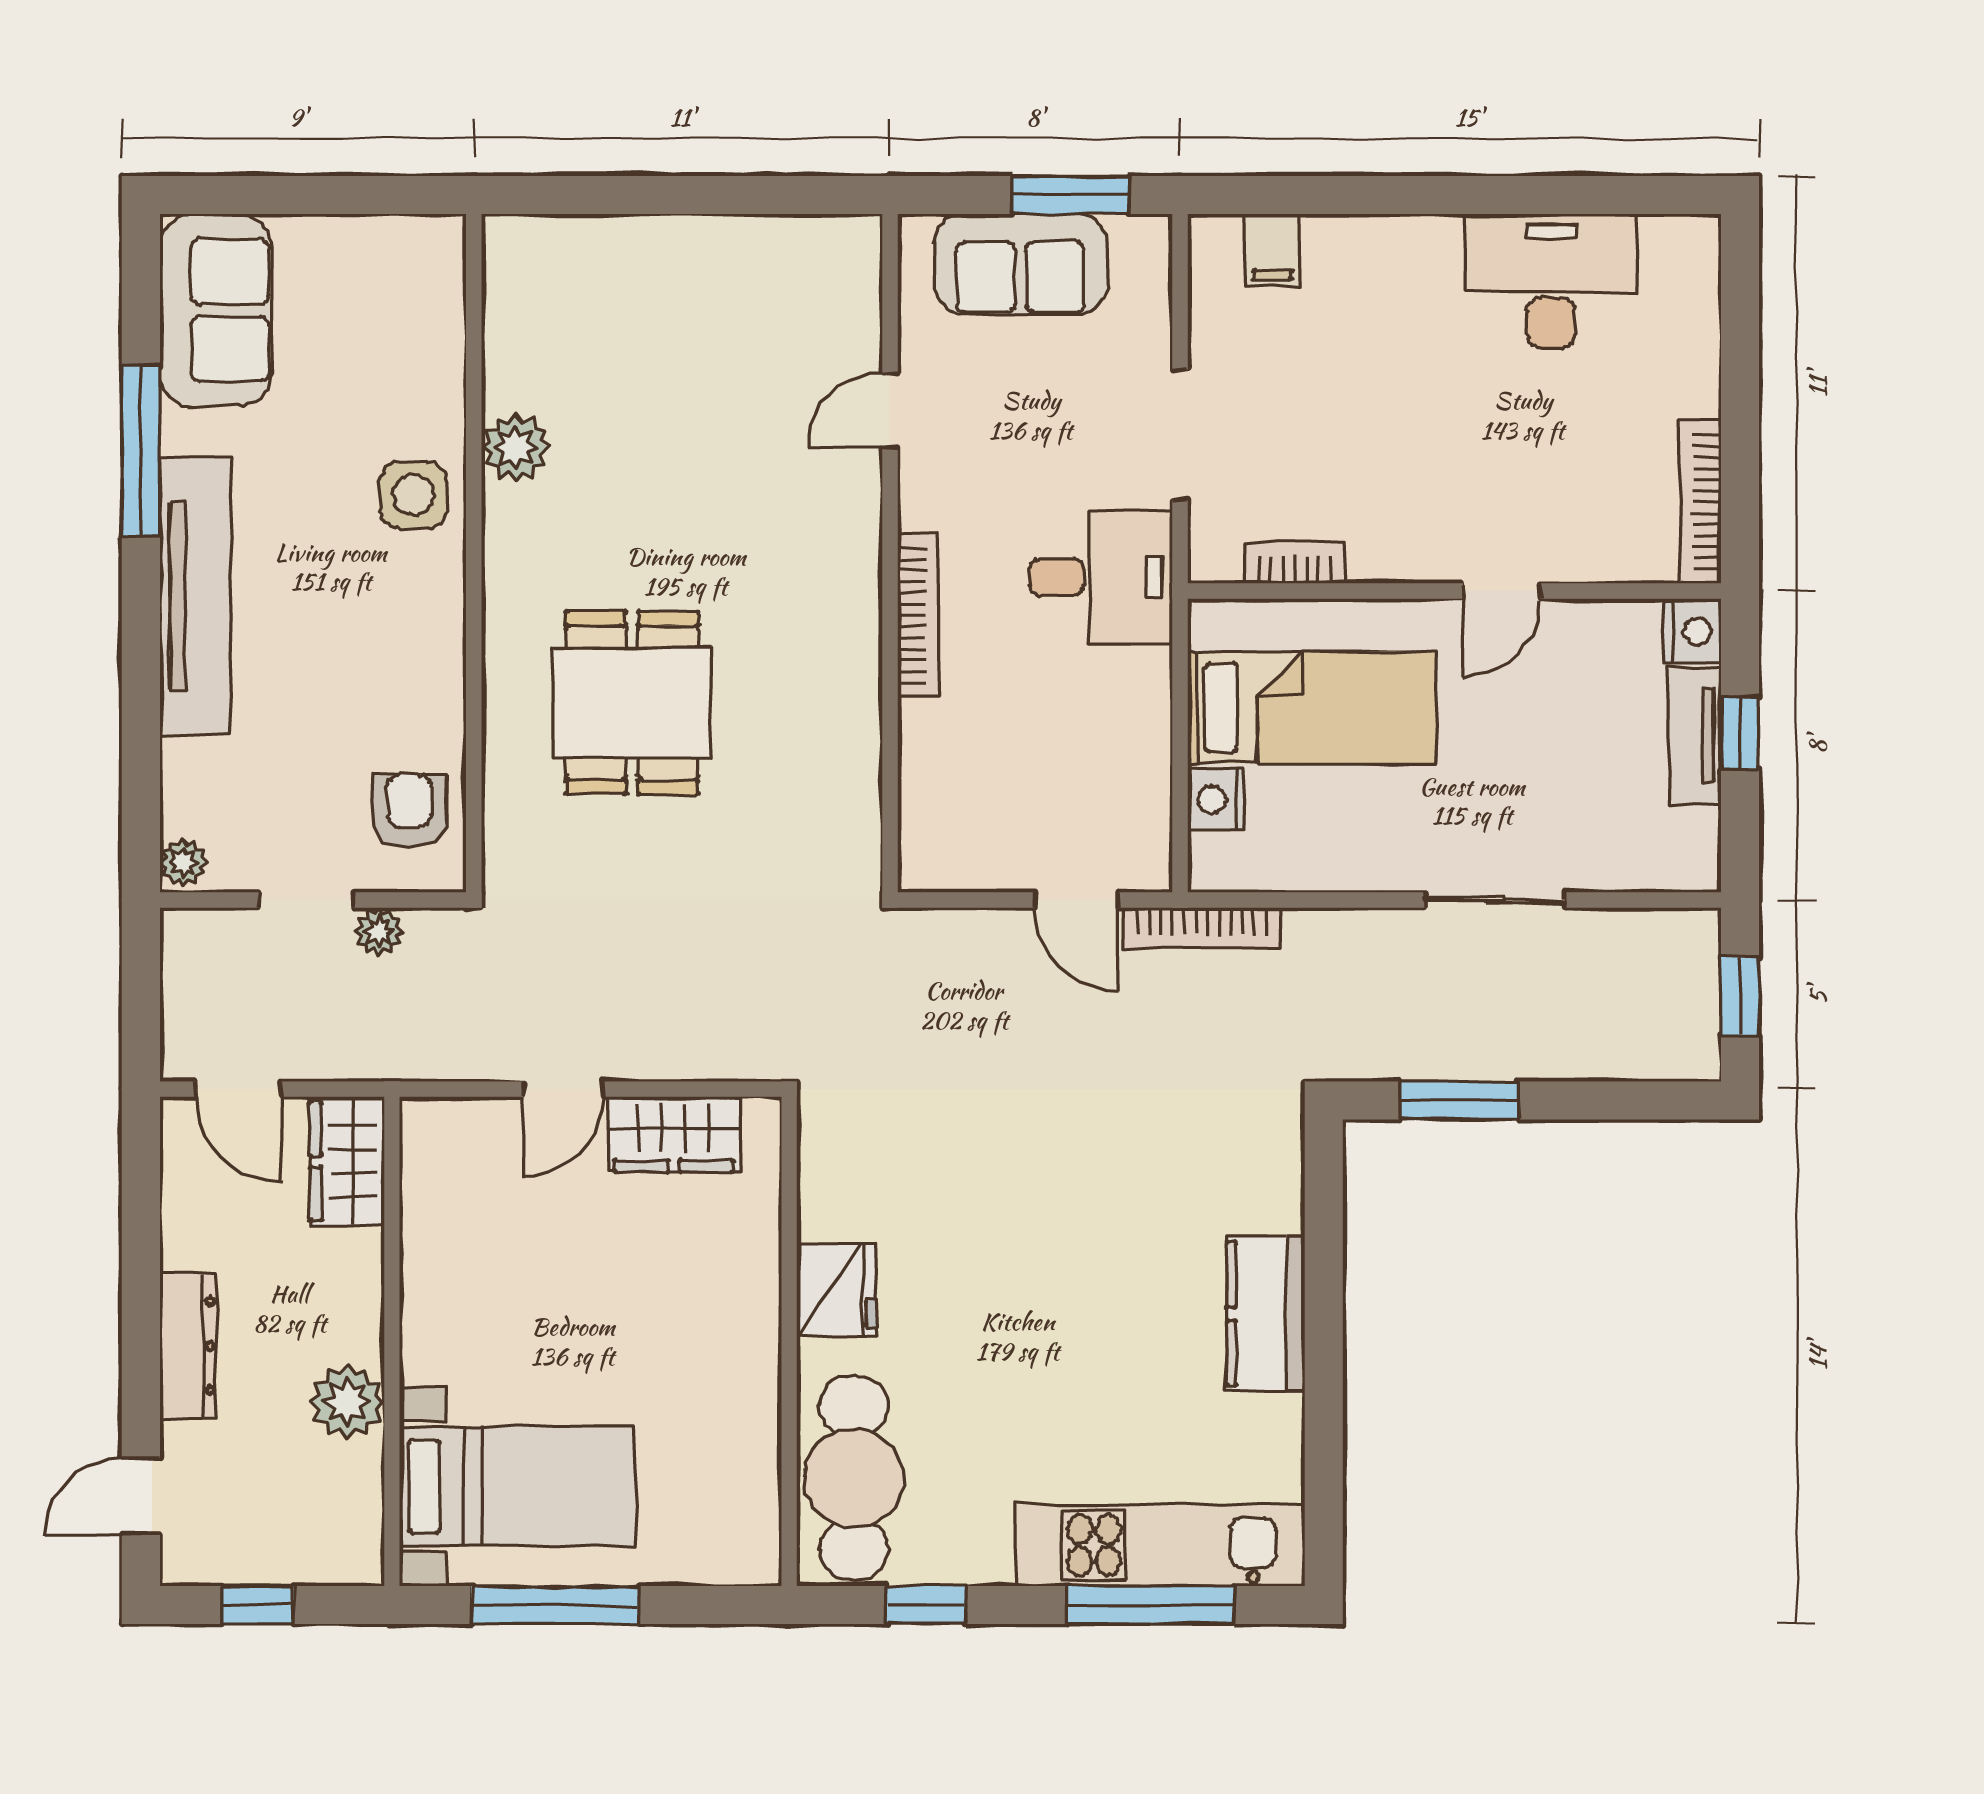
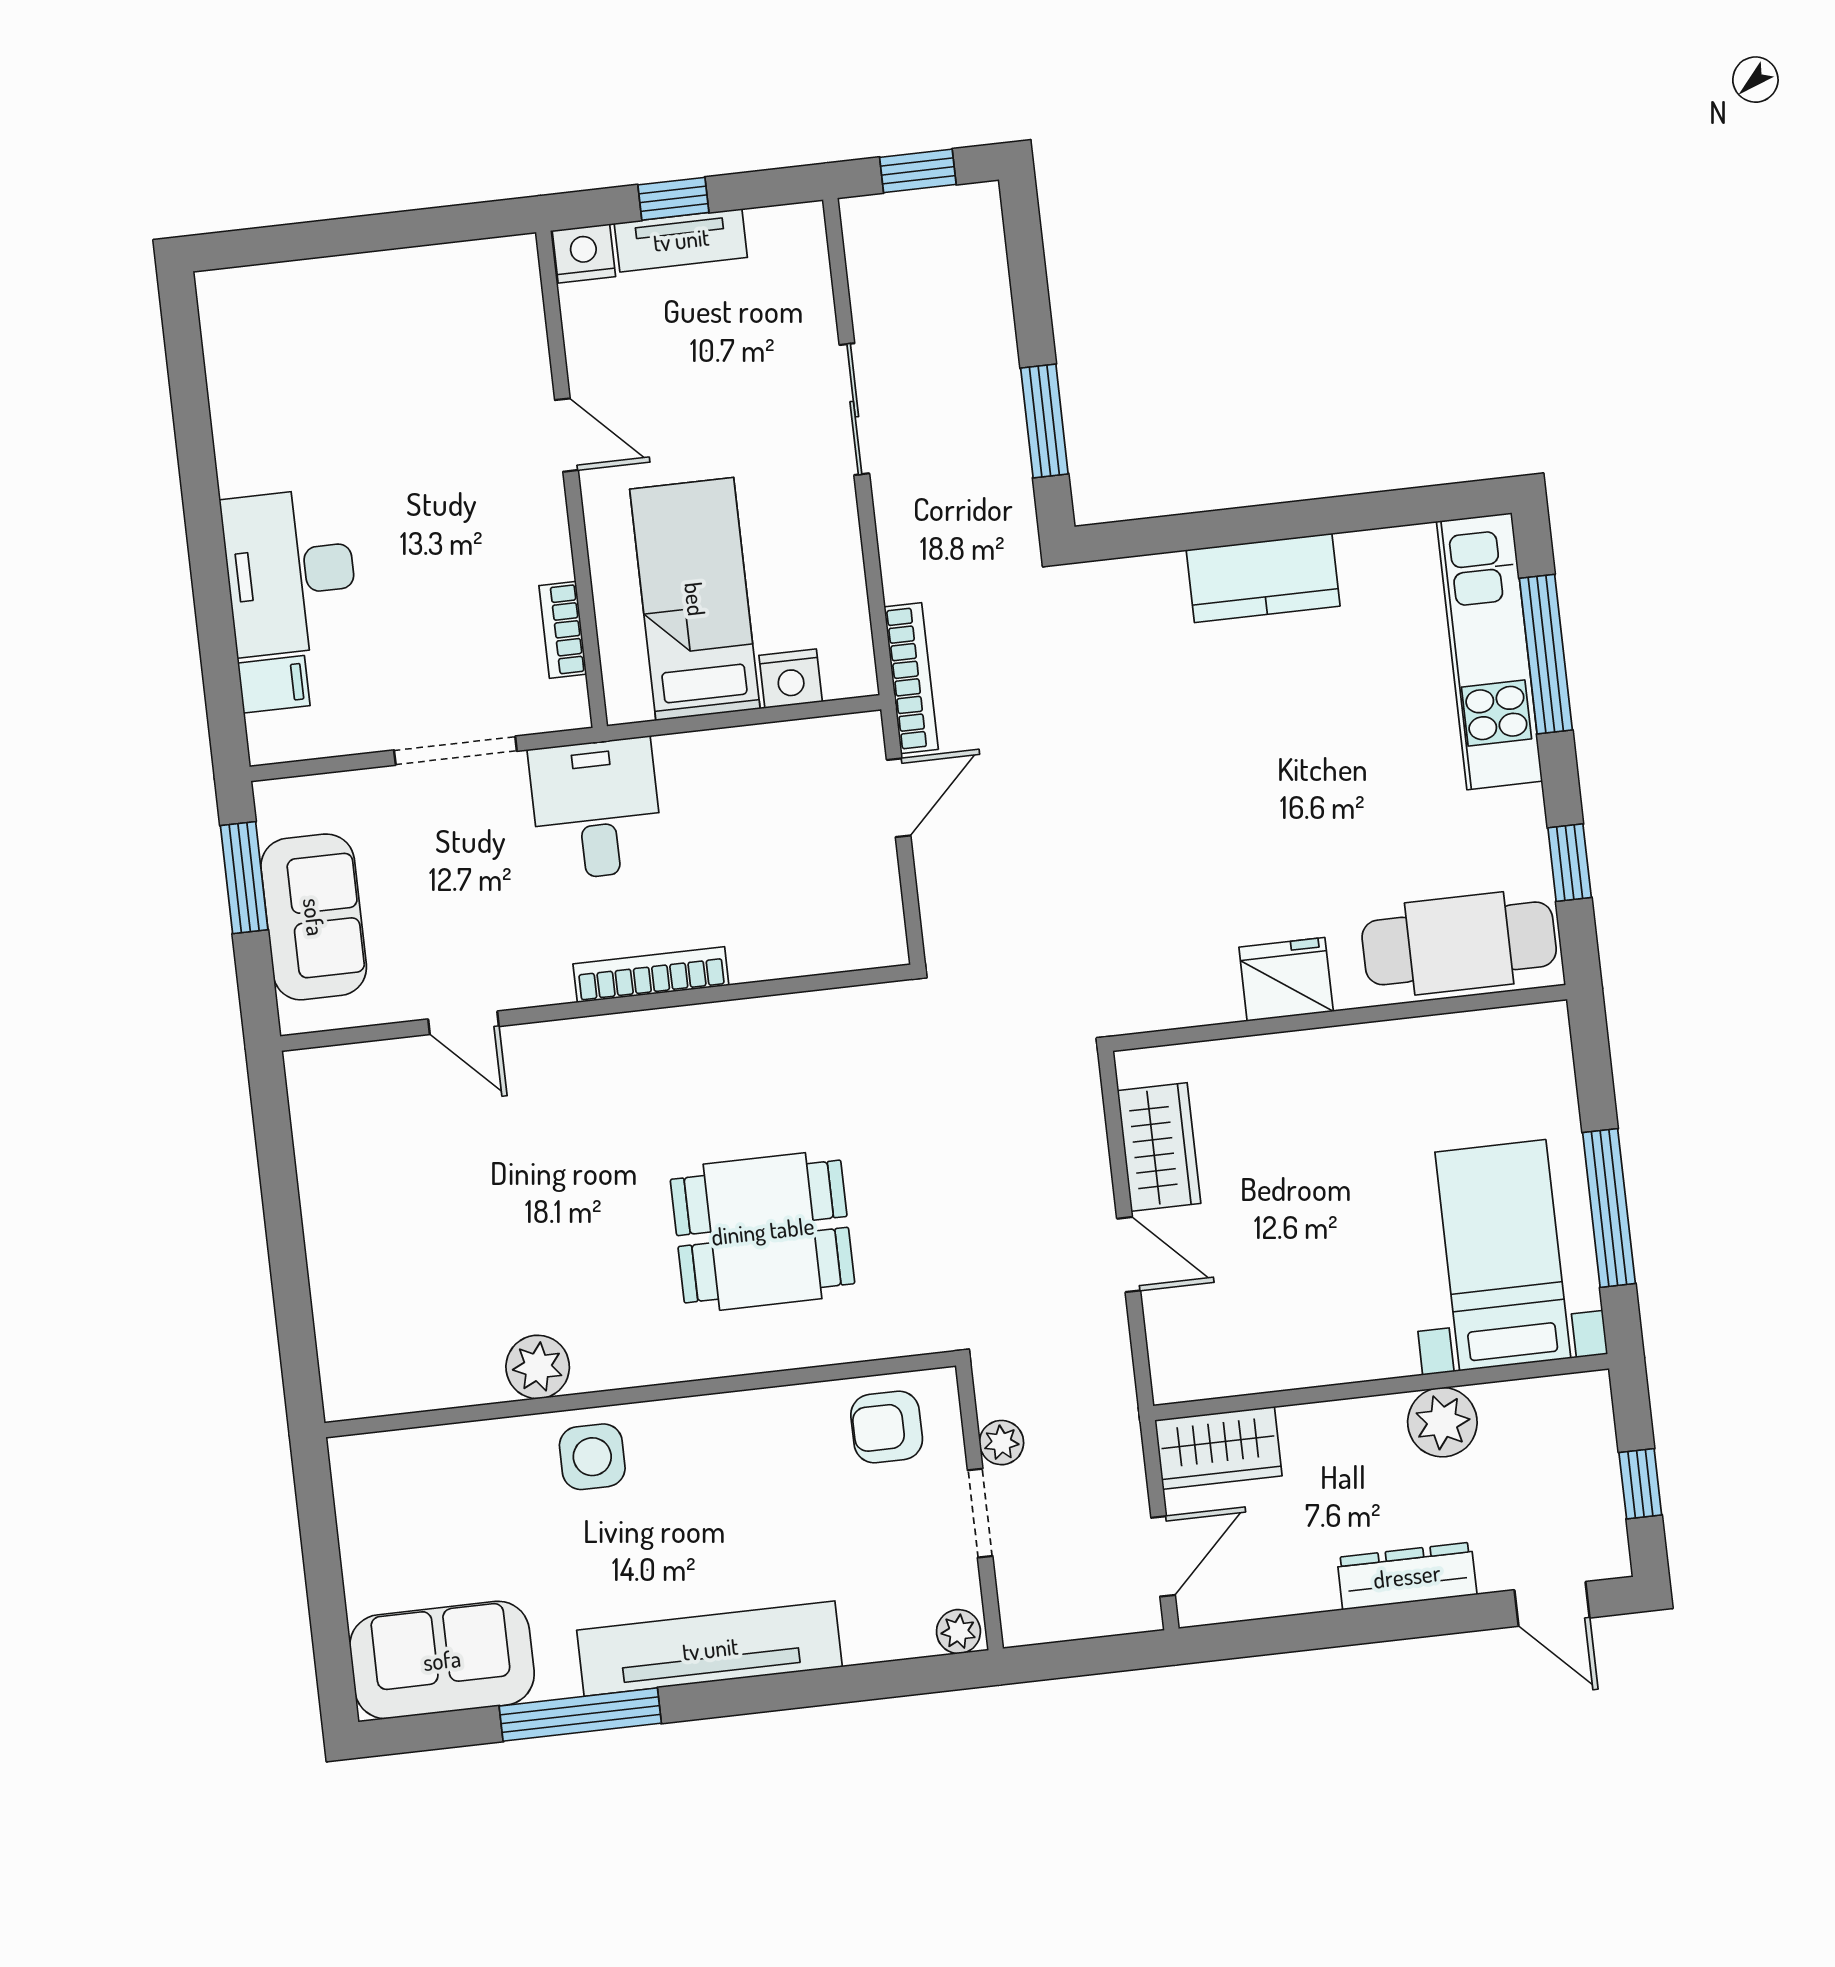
desk: (1551, 281) -> (290, 572), moved
bookcase: (1700, 502) -> (463, 260), removed

